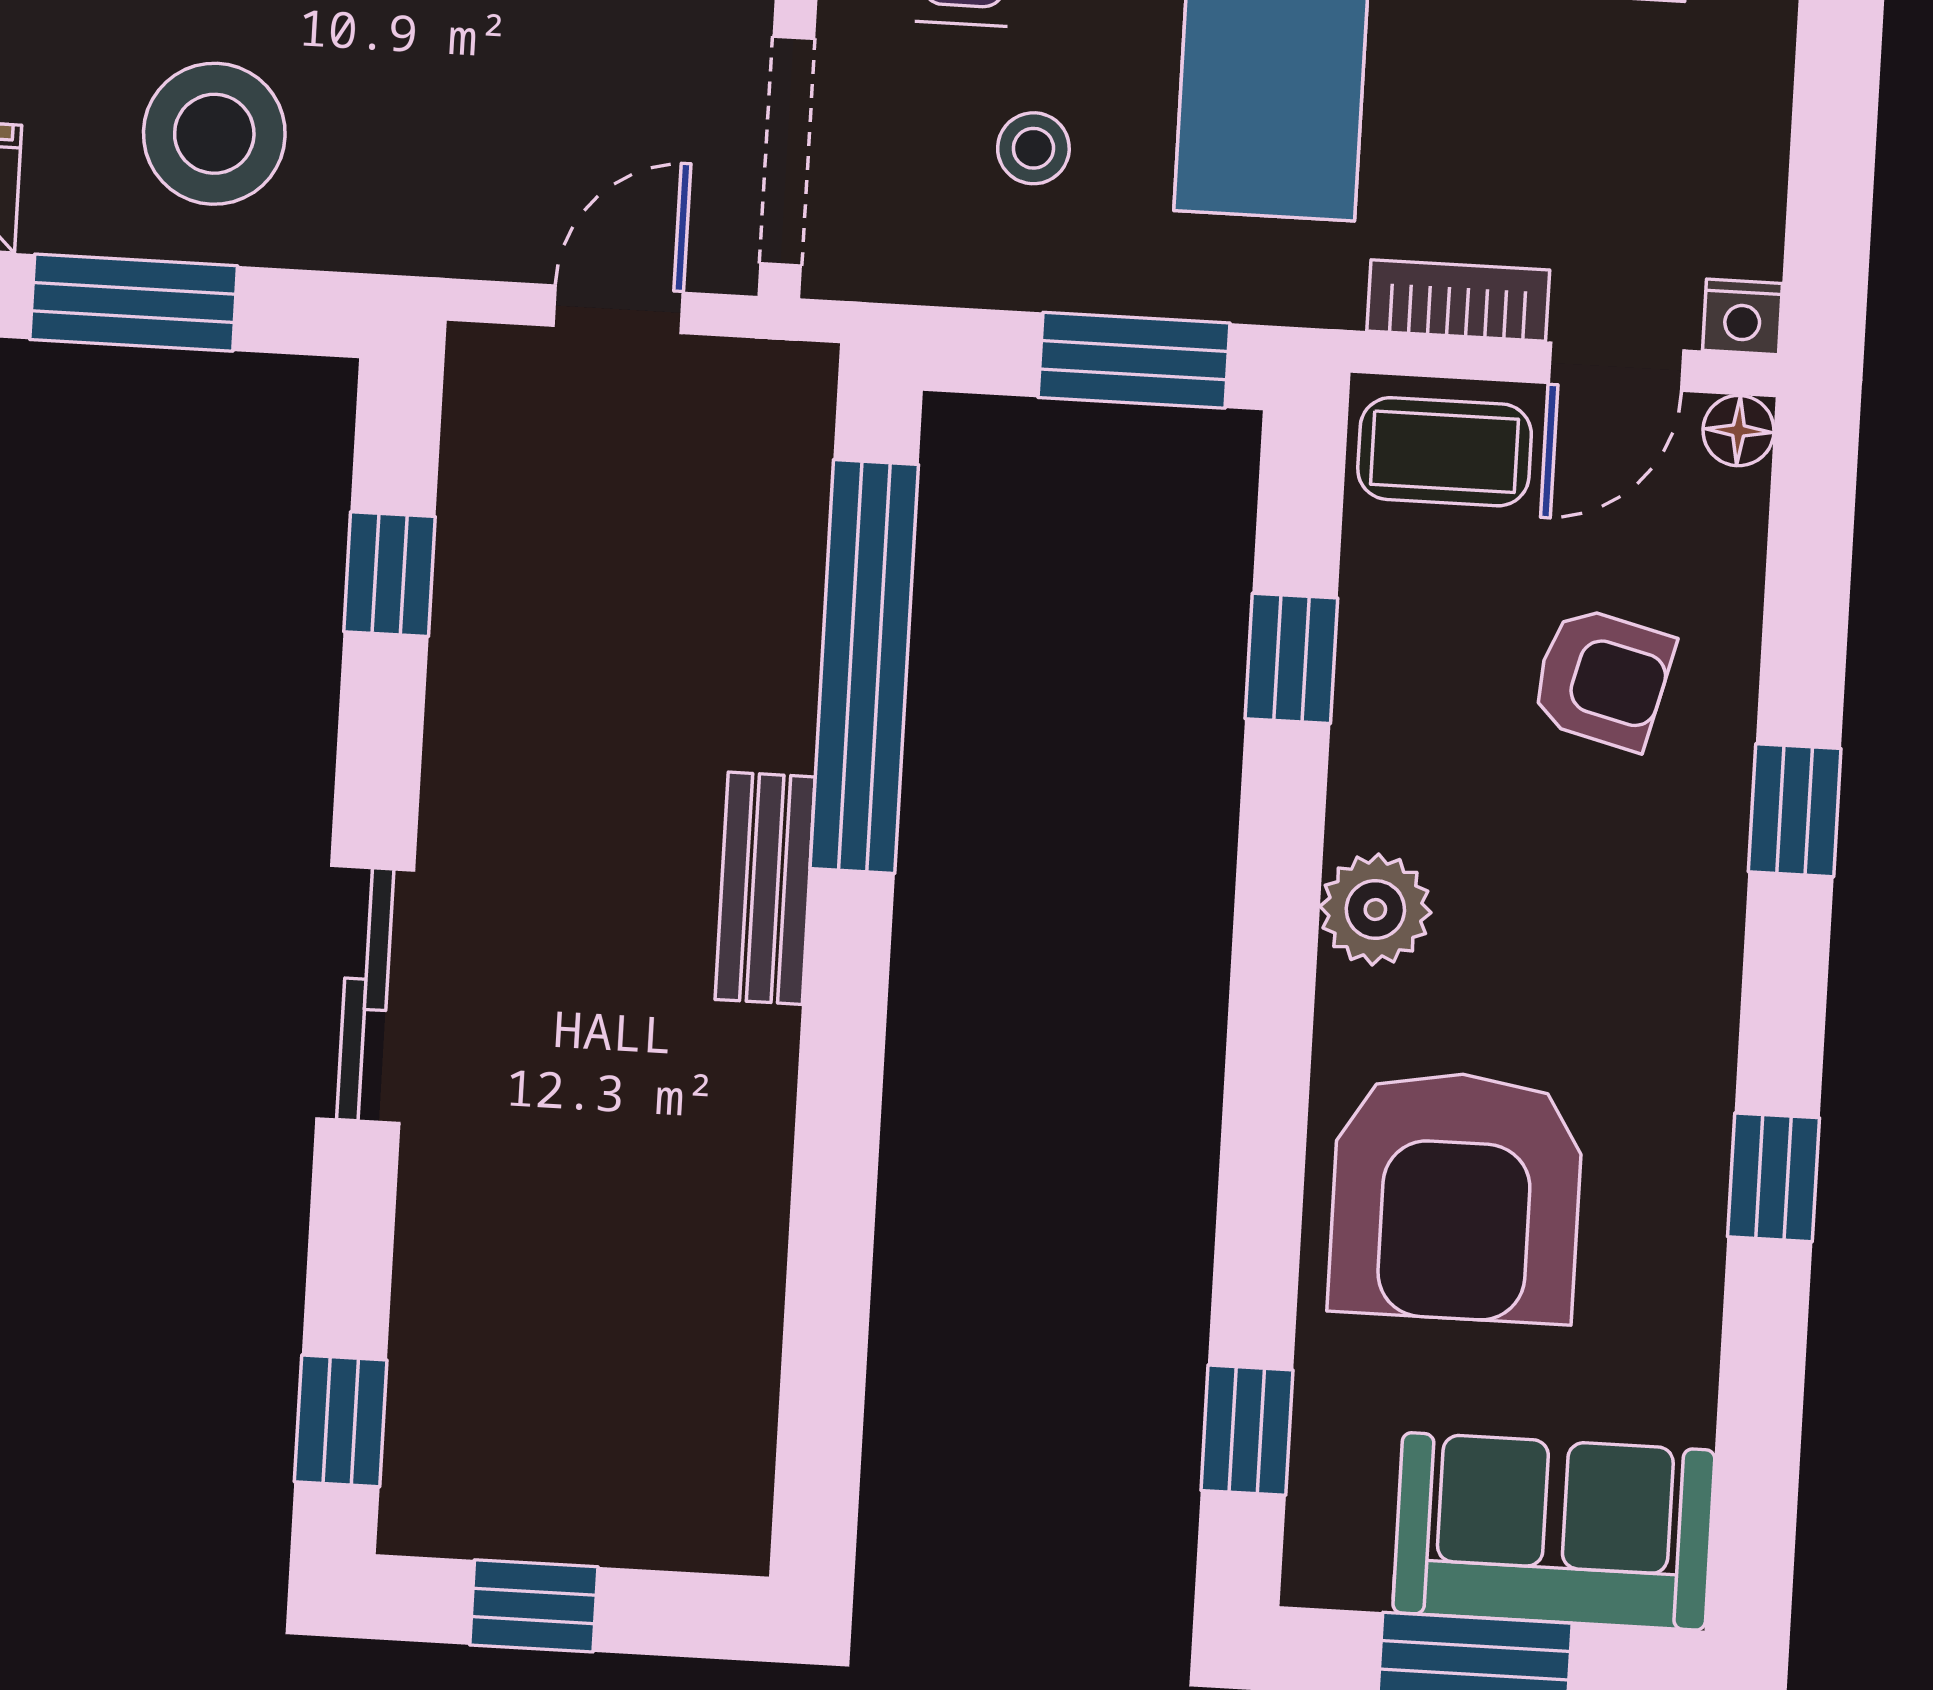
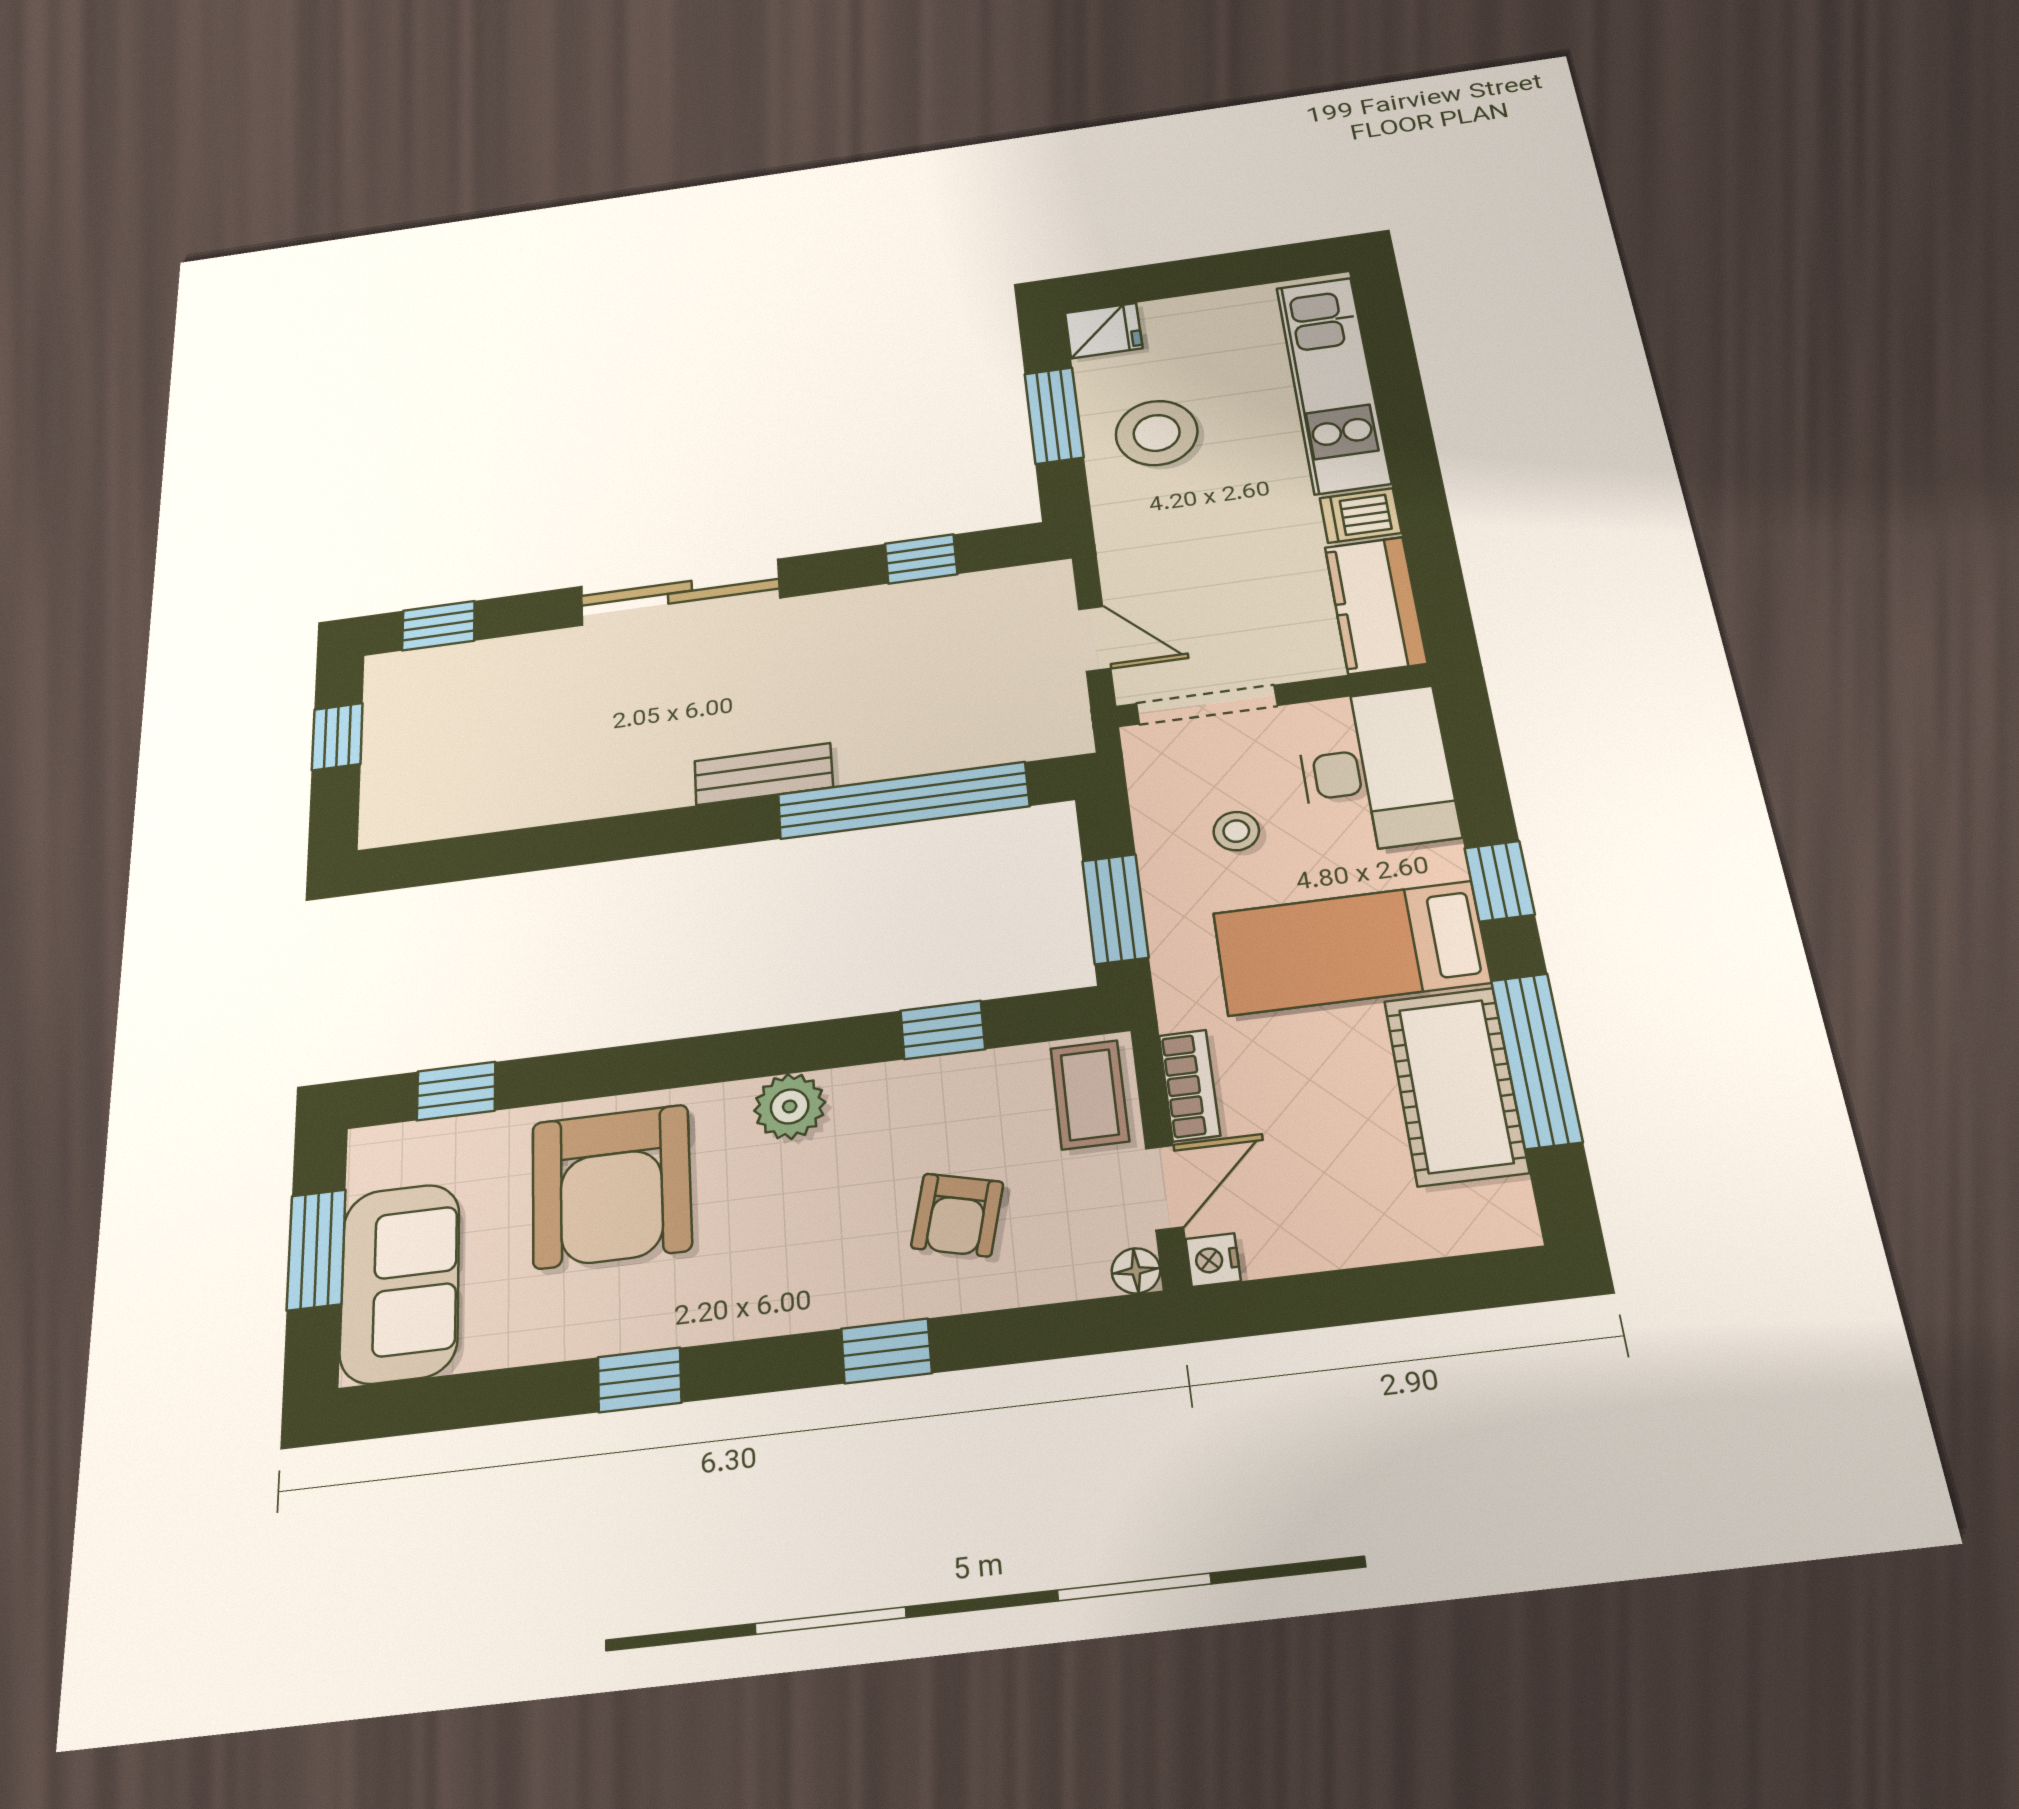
door: (1616, 367) -> (1164, 1187), swing flipped
sliding door: (365, 994) -> (680, 592), width x1.37
armchair: (1456, 1196) -> (611, 1186), turned -90

